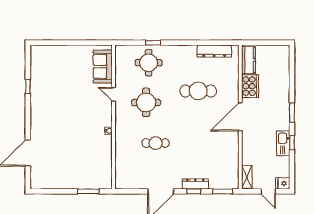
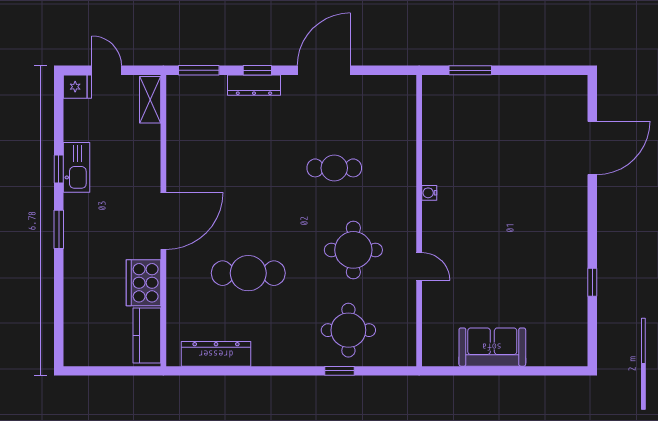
sofa: (103, 67) -> (492, 347), moved, turned -90

